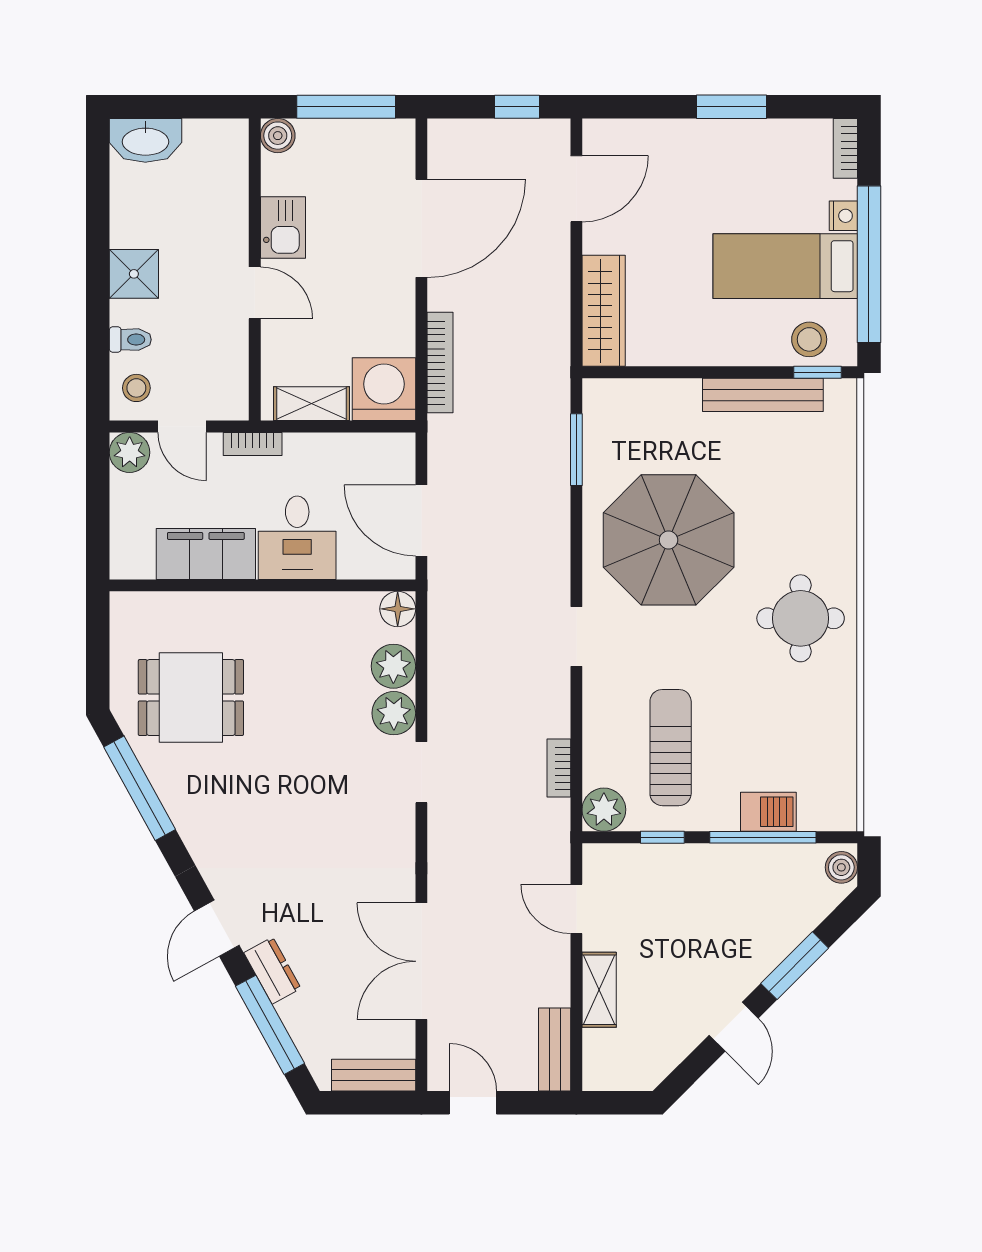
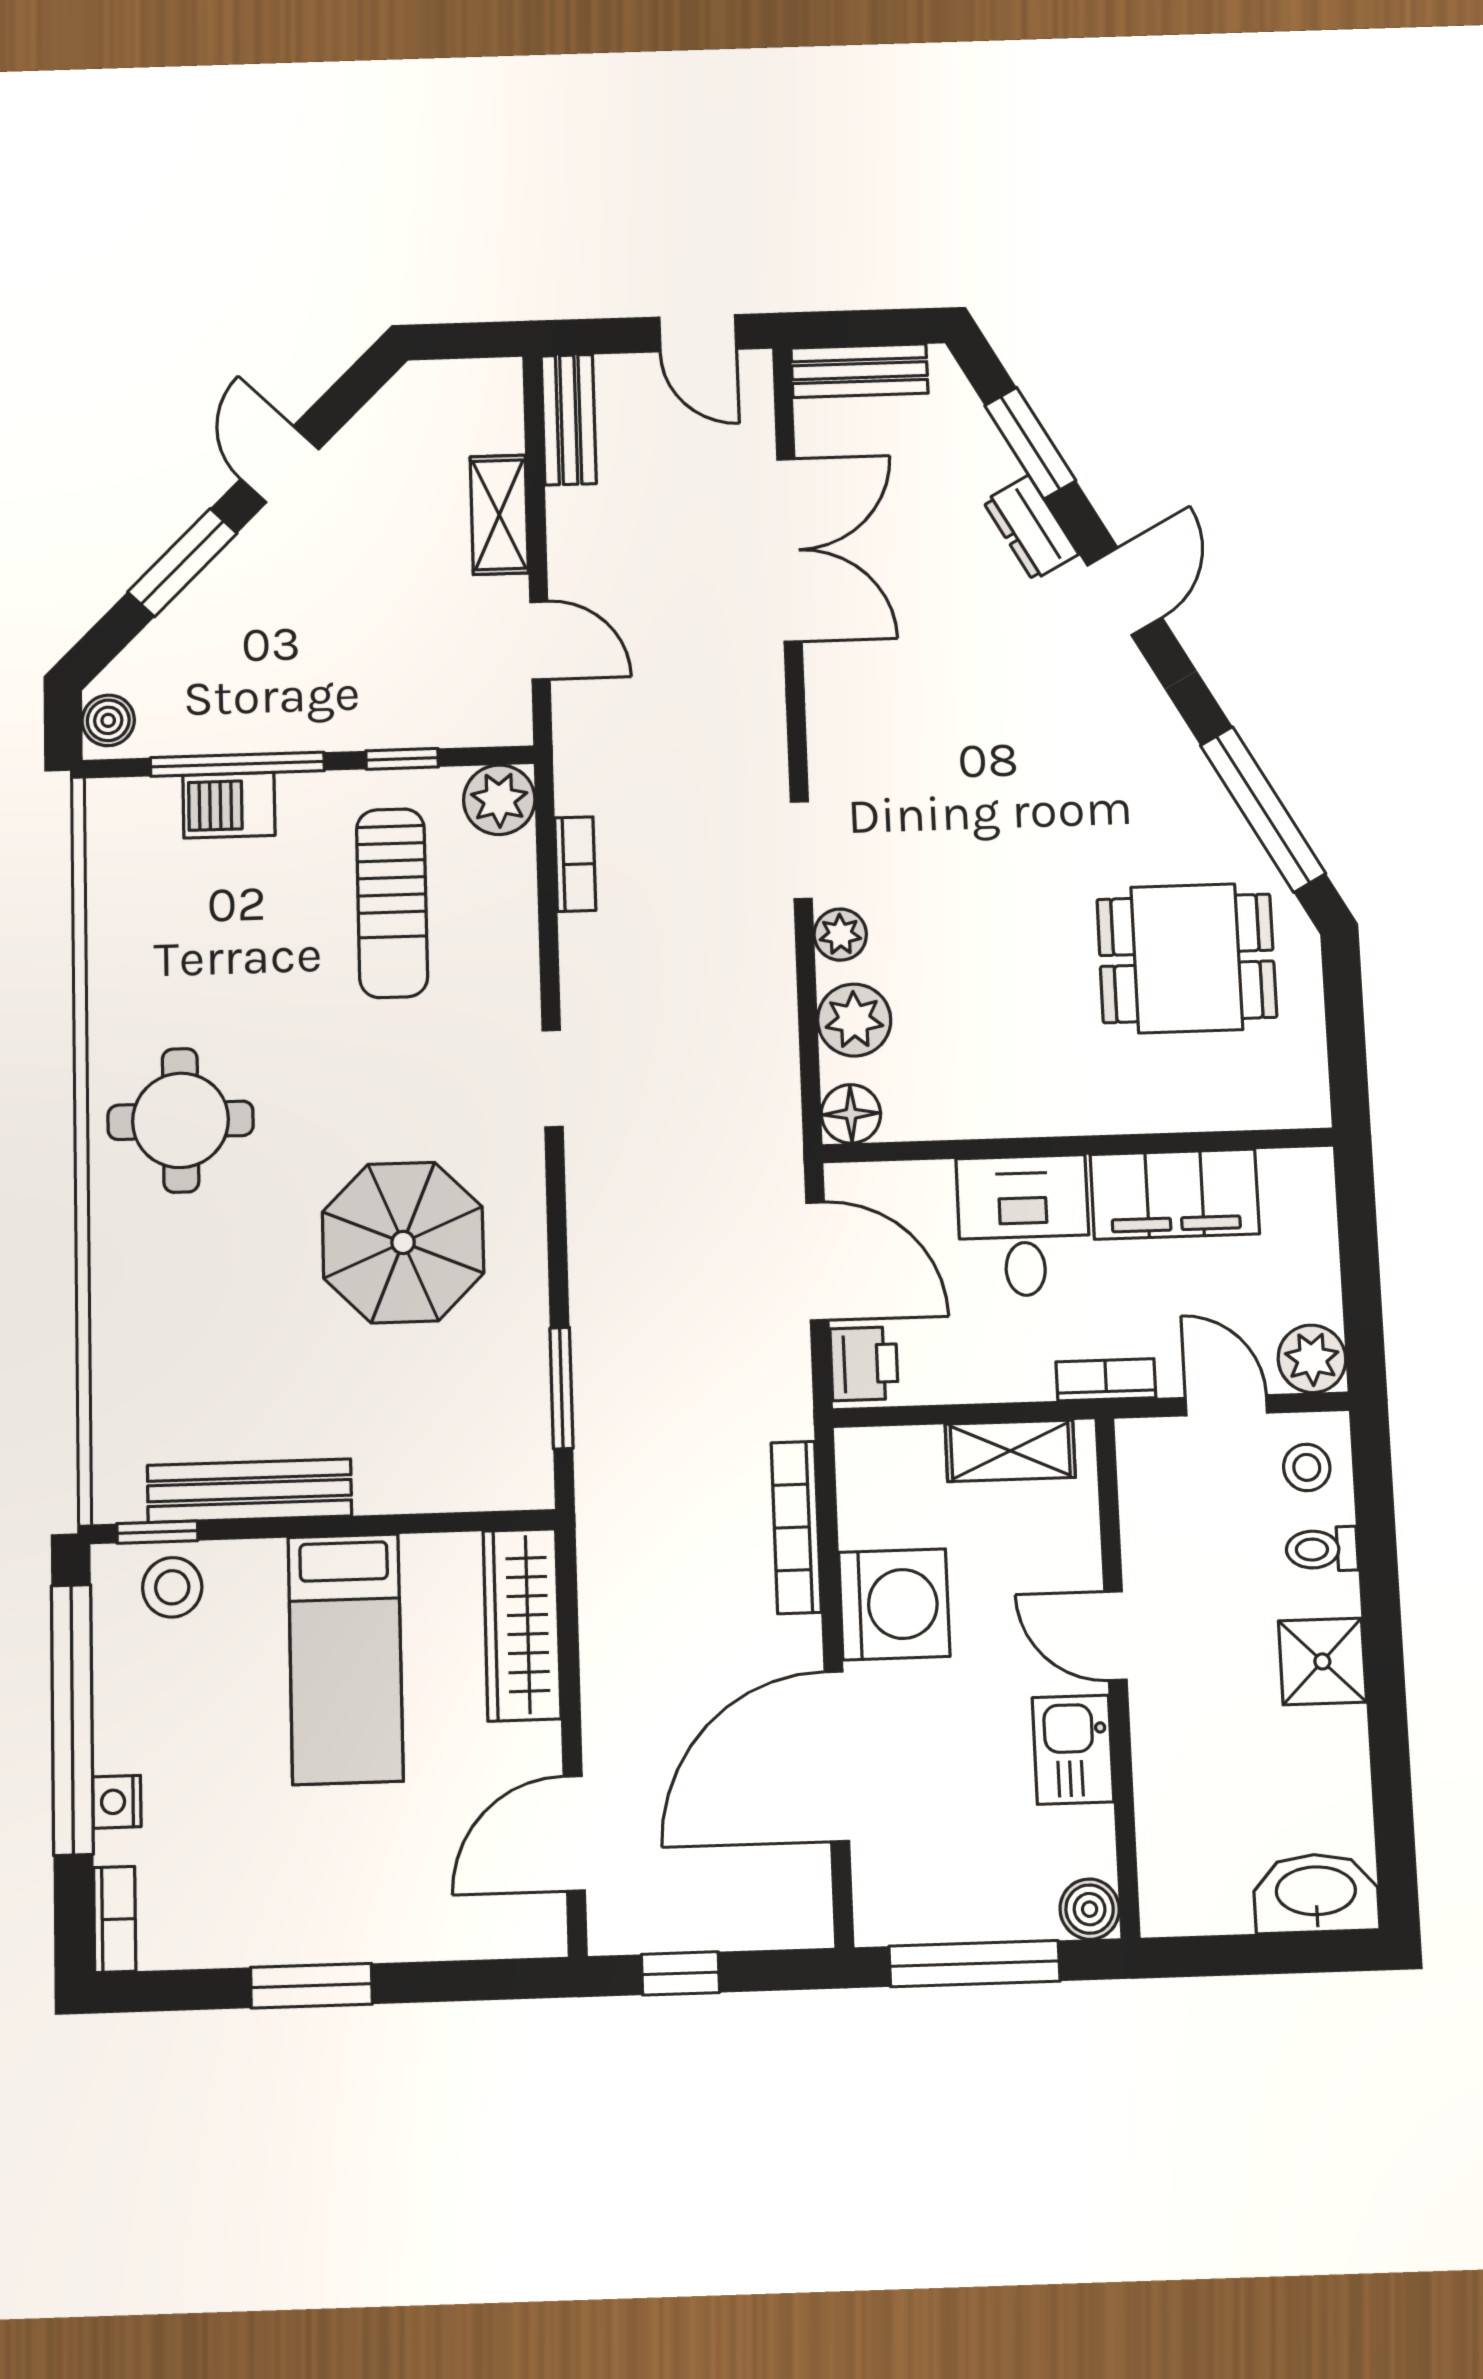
bed: (785, 266) -> (346, 1659), moved, turned 90
washing machine: (384, 389) -> (894, 1604), moved, turned -90
printer: (396, 458) -> (864, 1364), added
parasol: (669, 540) -> (403, 1242), width x0.73, depth x0.73
plant: (394, 713) -> (840, 935), width x0.73, depth x0.73
window: (270, 1025) -> (1030, 443), width x0.69

